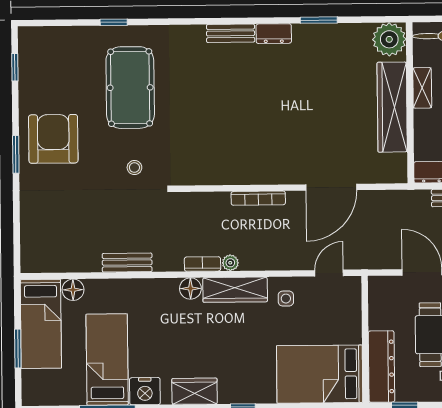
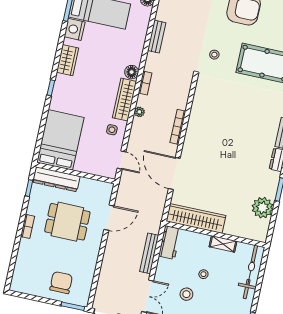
plant: (389, 39) -> (263, 208), moved
wardrobe: (392, 107) -> (196, 218), moved
plant: (230, 263) -> (139, 112), moved

